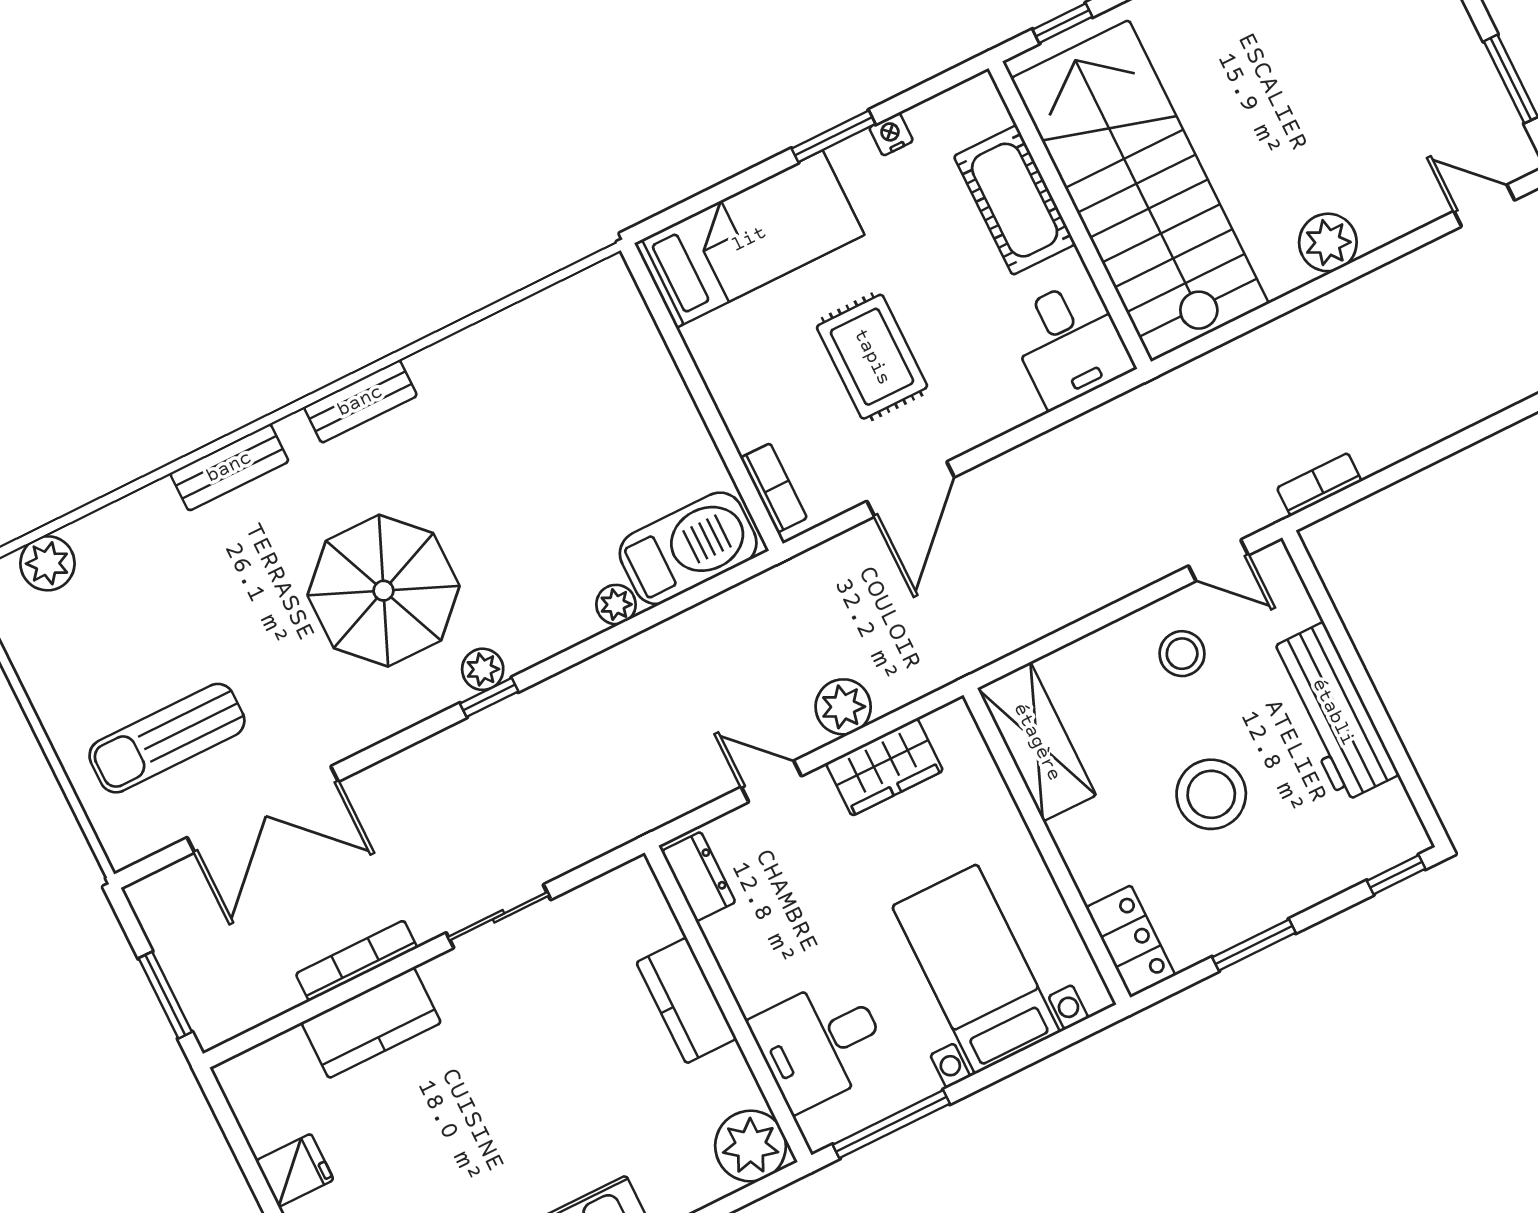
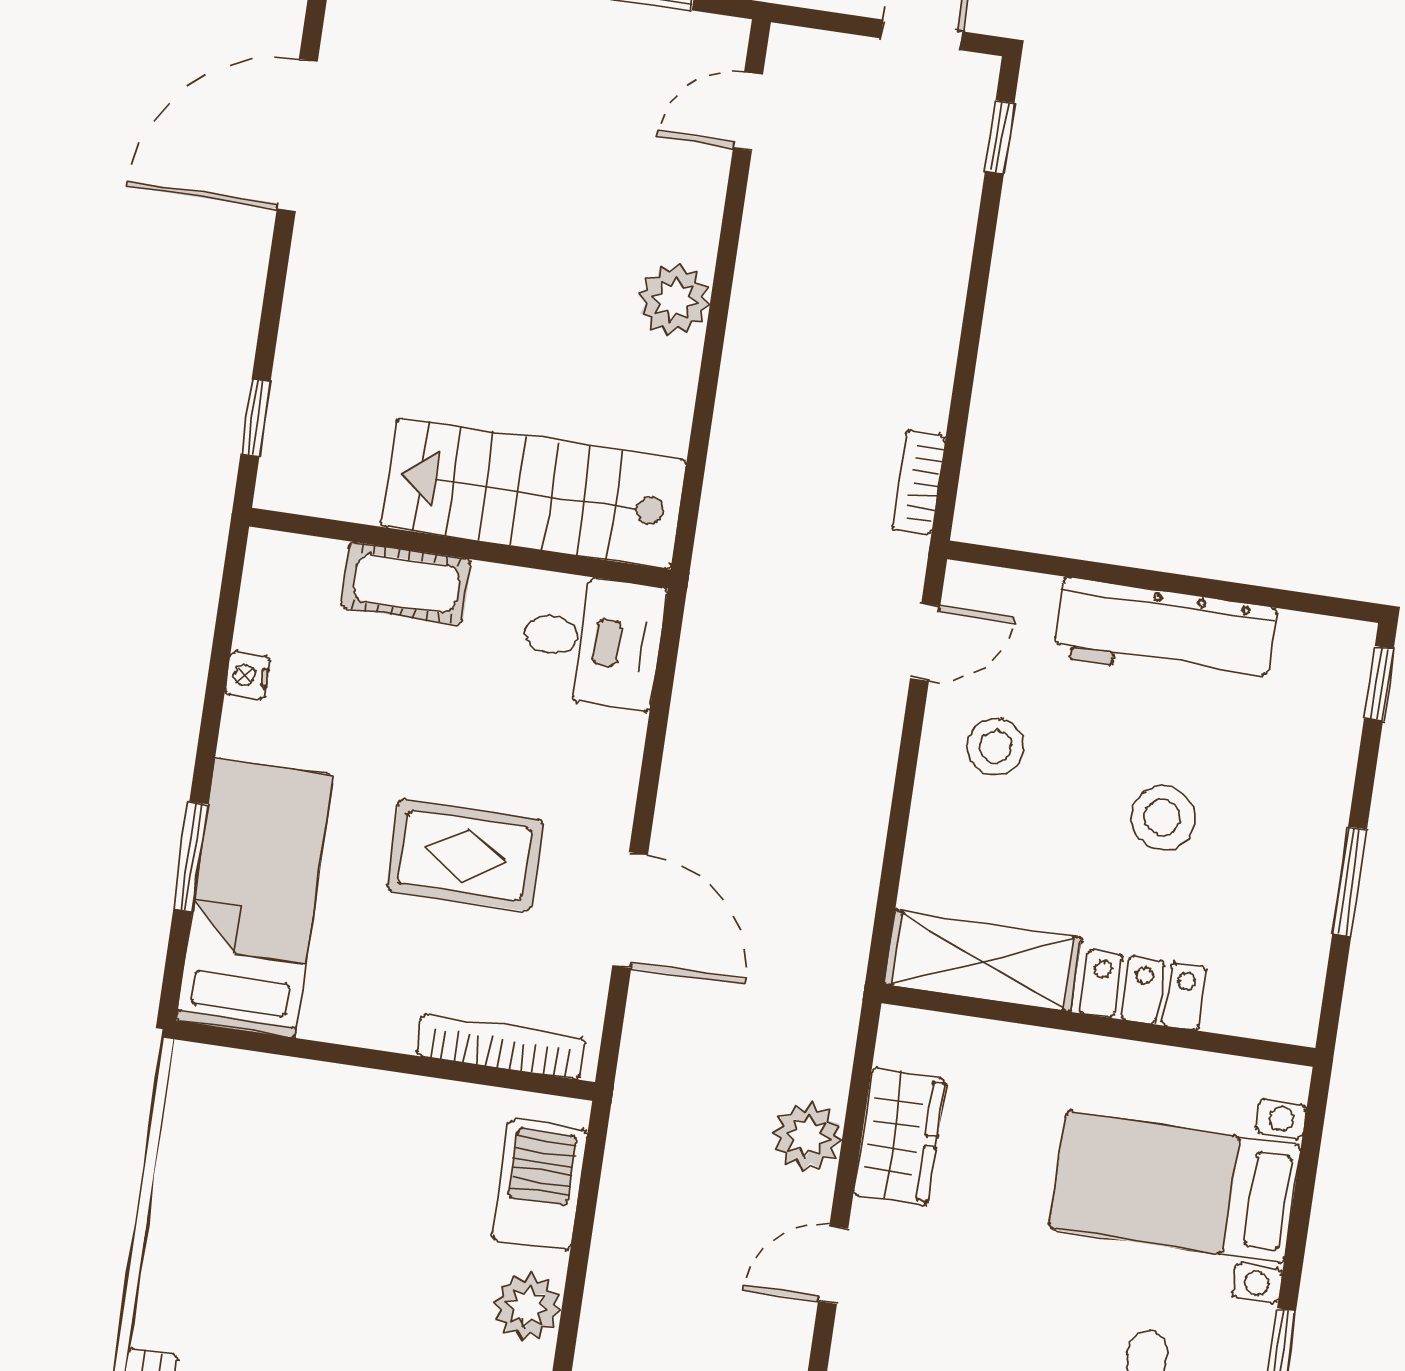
window: (834, 136) -> (191, 857), moved
stairs: (1140, 191) -> (534, 493), width x0.73, depth x0.66
cot: (1015, 200) -> (406, 583), width x0.73, depth x0.75
bookcase: (774, 488) -> (501, 1047), width x1.56
barbecue: (688, 548) -> (540, 1185), width x0.73, depth x0.83
plant: (616, 604) -> (527, 1307), width x1.38, depth x1.38
stool: (1211, 794) -> (1163, 818), width x0.73, depth x0.73
locker: (1131, 941) -> (1143, 990), moved

